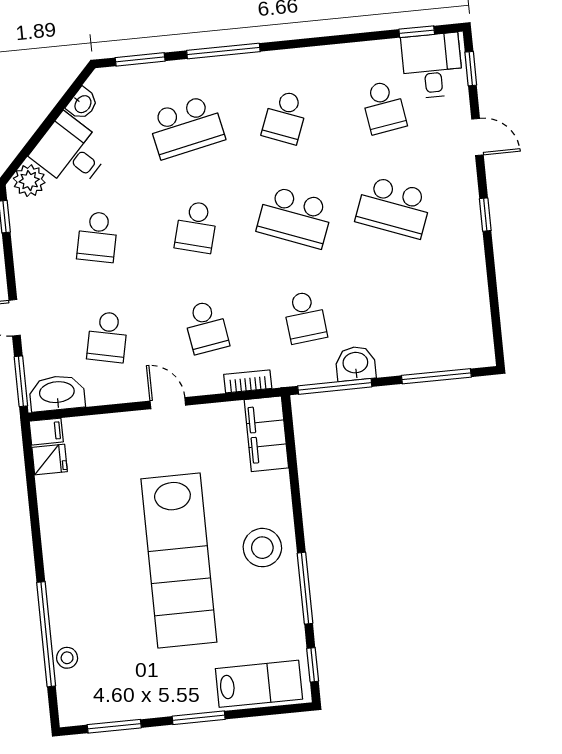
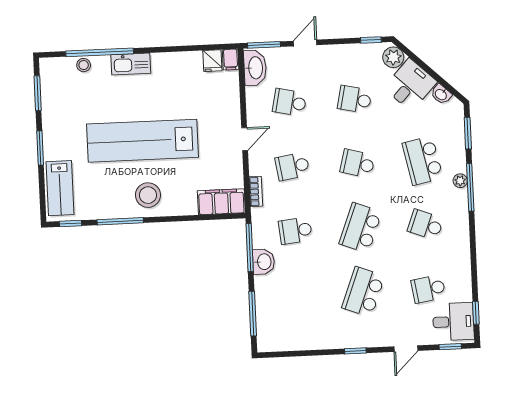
plant: (214, 67) -> (460, 181), added
kitchen sink: (61, 585) -> (131, 64), added

